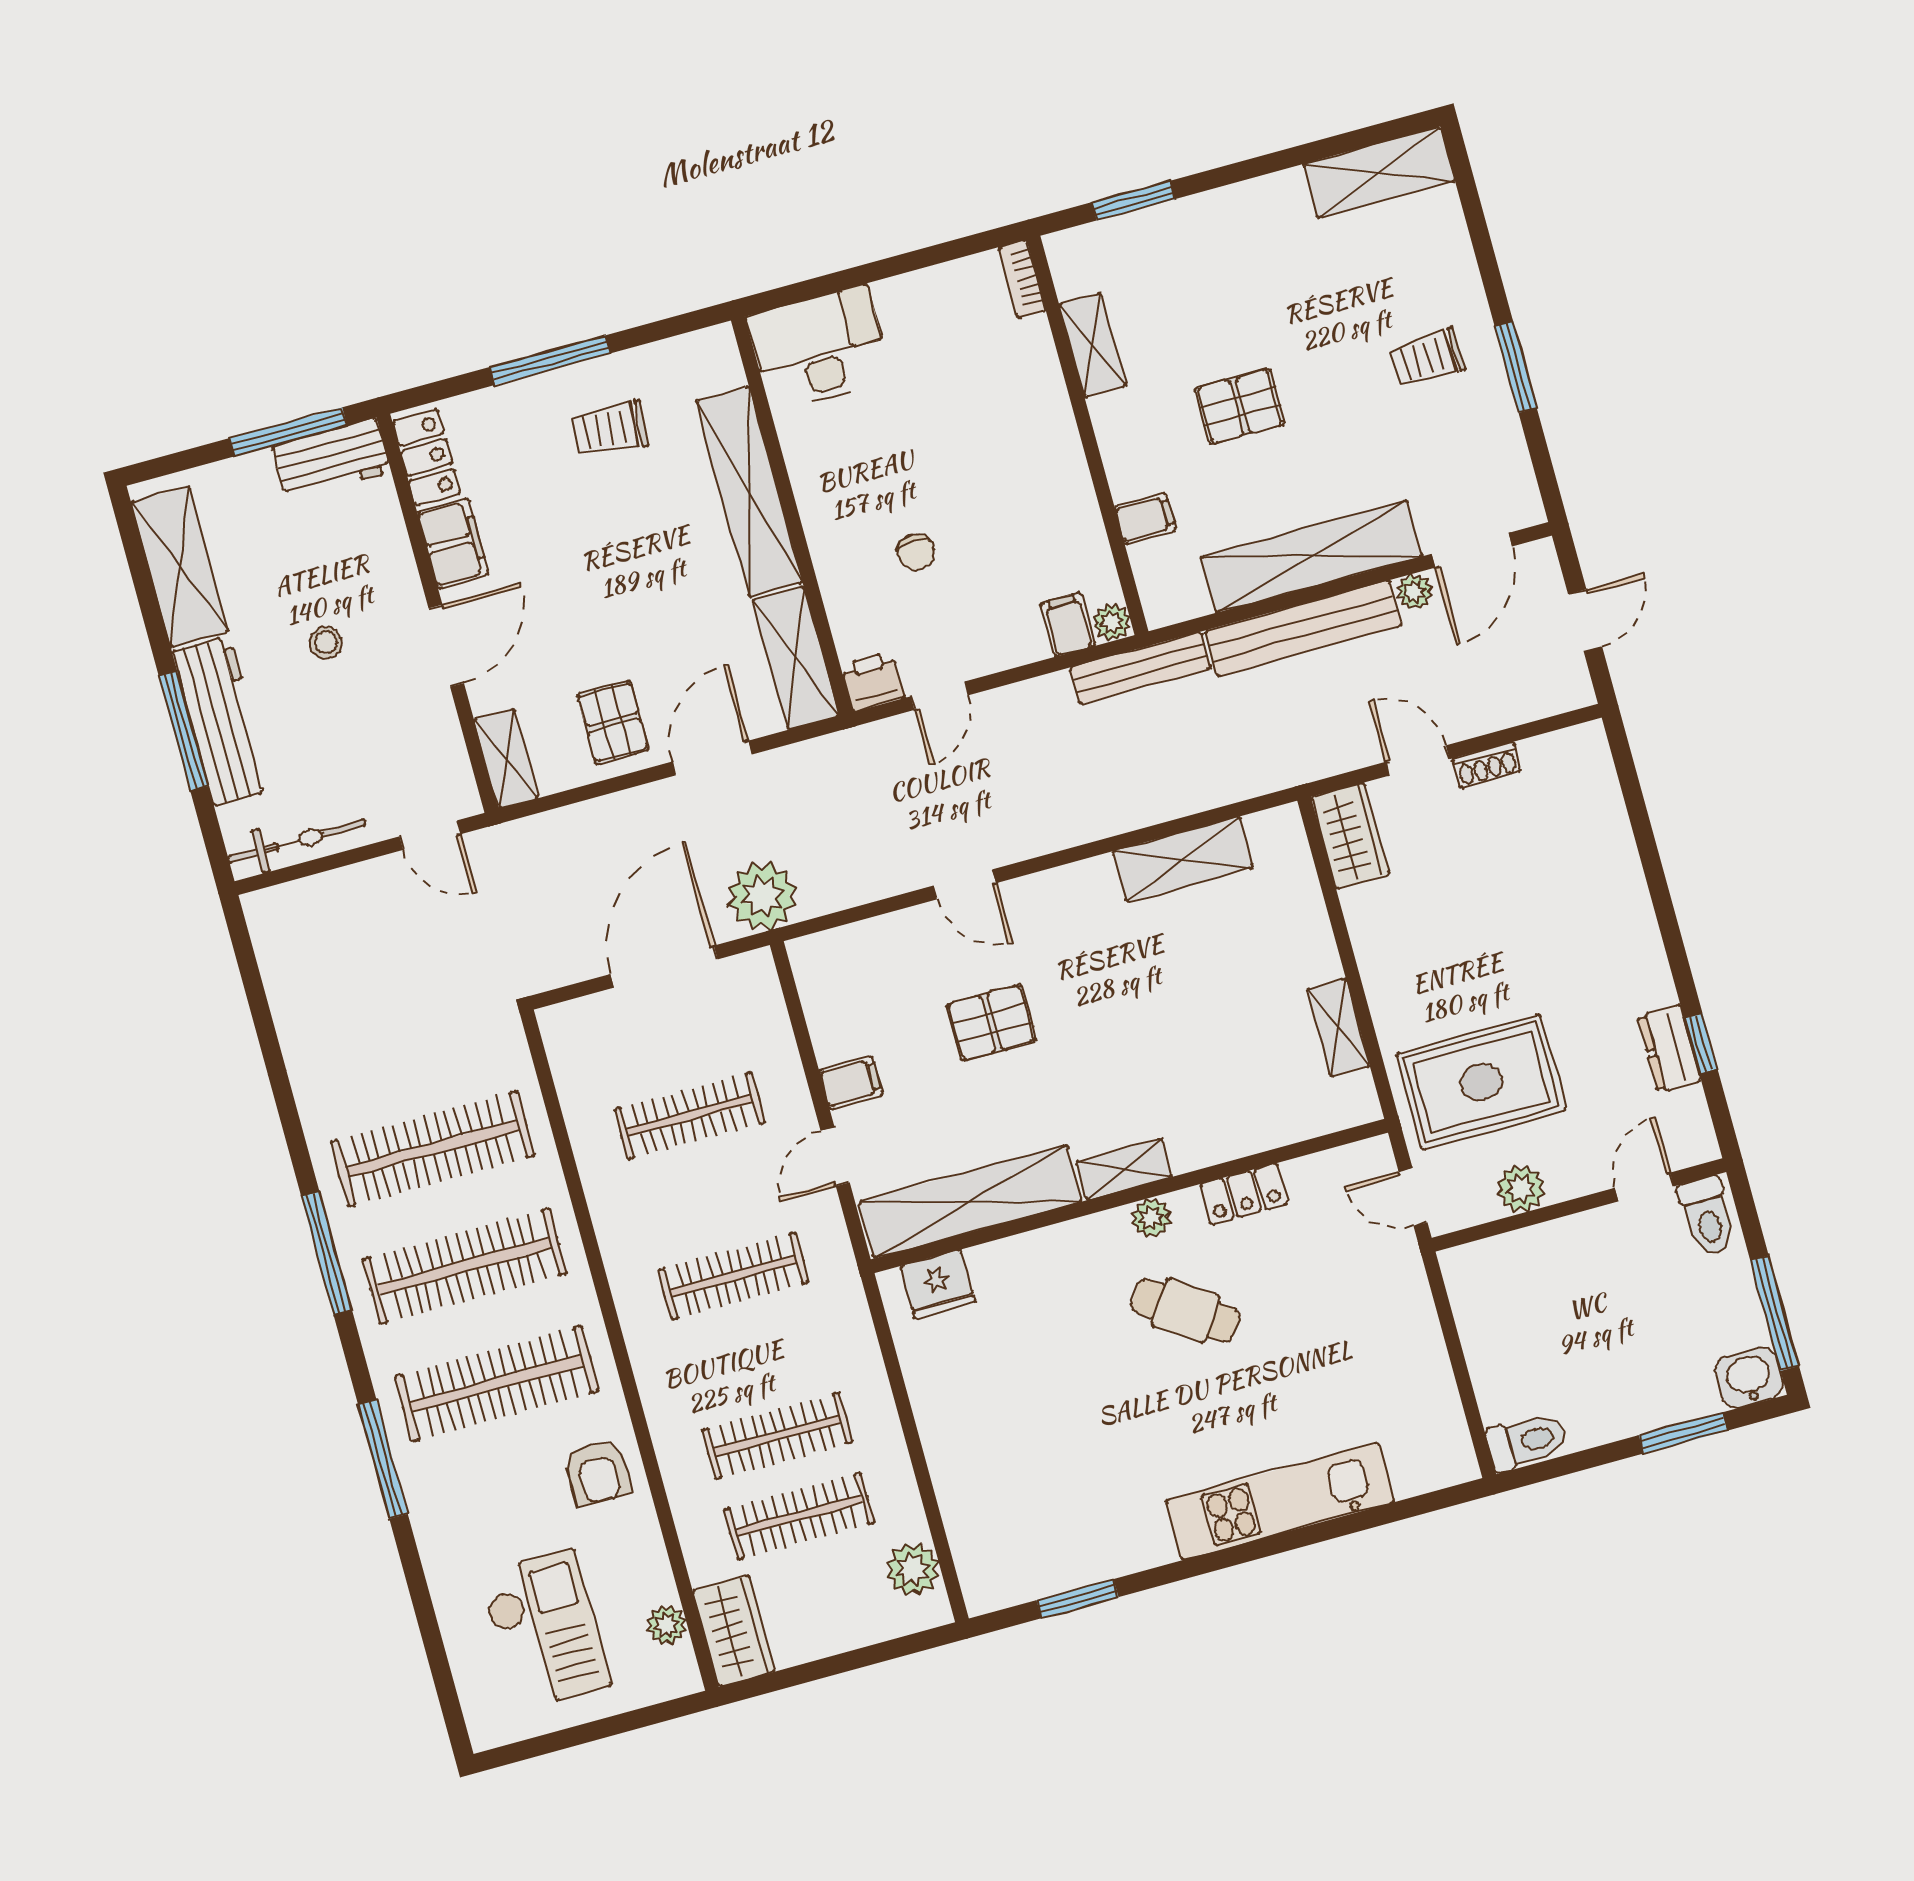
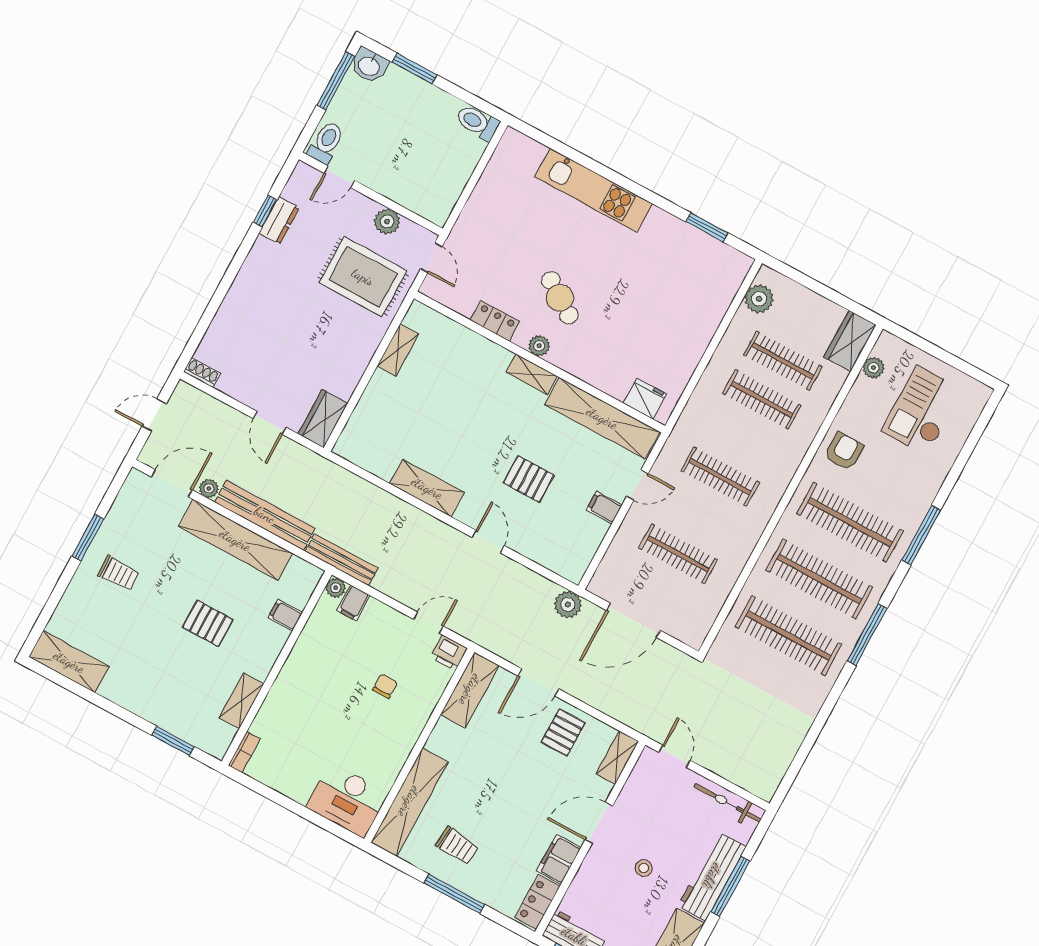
shelving: (749, 492) -> (409, 802), moved
shoe rack: (1487, 765) -> (202, 373), moved
shelving: (1183, 859) -> (427, 488), moved
plant: (762, 896) -> (568, 604), width x0.73, depth x0.73

